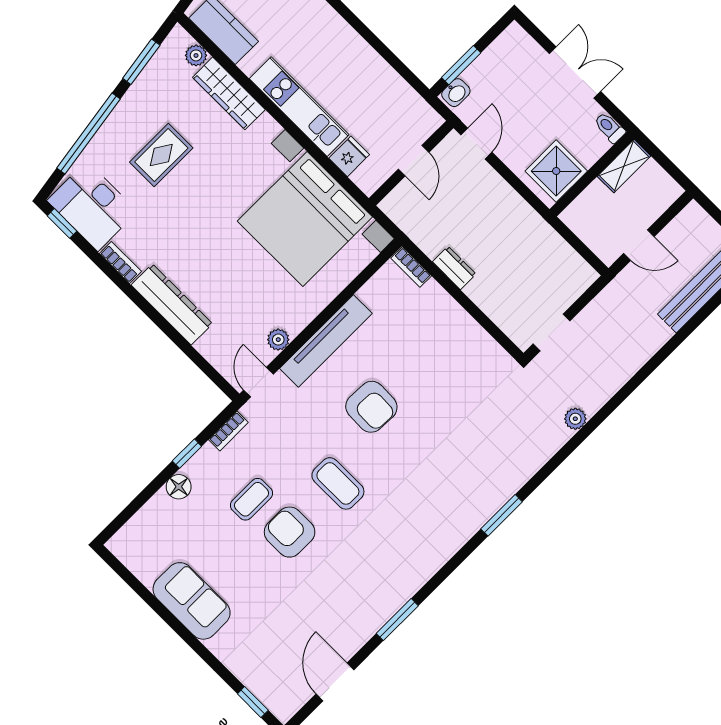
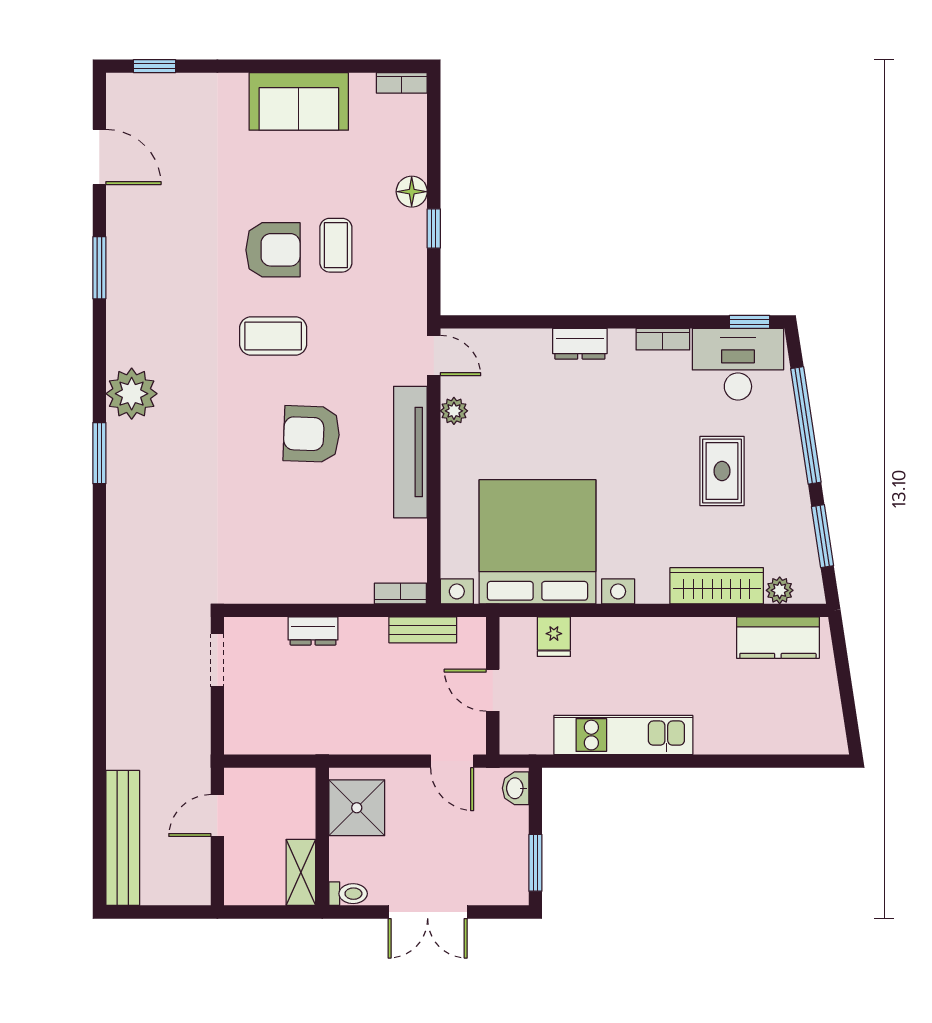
window: (461, 65) -> (535, 863), moved
kitchen unit: (299, 107) -> (623, 735), moved, turned 180
bench: (419, 234) -> (423, 630), added
dresser: (454, 268) -> (313, 631), moved
dresser: (172, 304) -> (580, 344), width x0.51, depth x0.80
plant: (575, 419) -> (132, 394), moved, width x1.87, depth x1.87
bookcase: (228, 431) -> (402, 83), moved, turned -90

